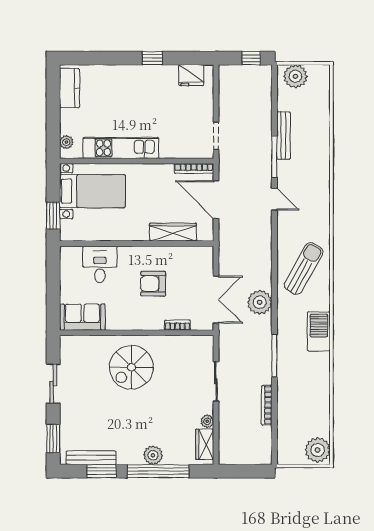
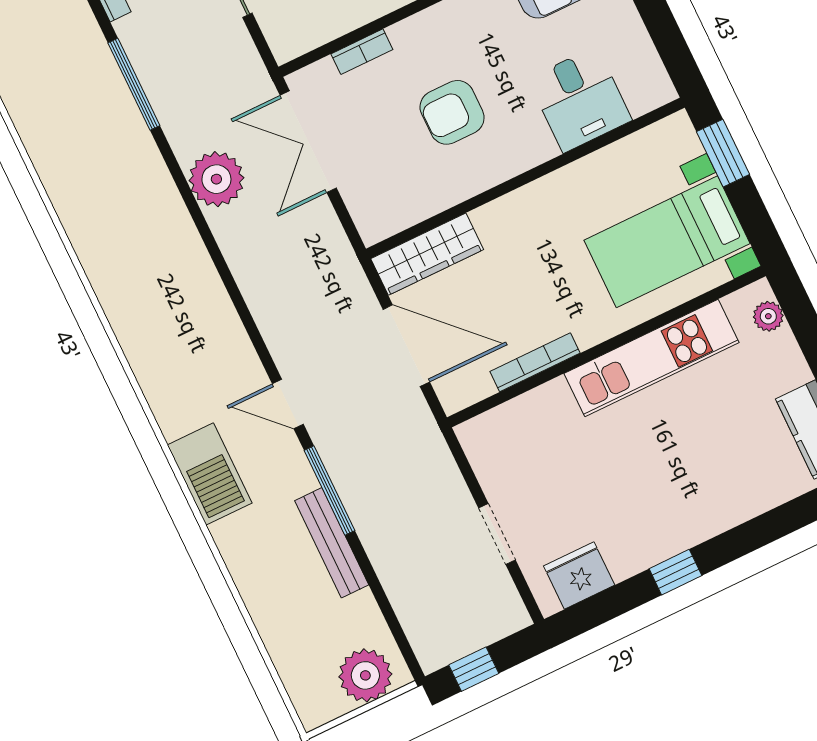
doorway: (216, 136) -> (497, 534), moved
bookcase: (194, 168) -> (535, 362), moved
wardrobe: (173, 232) -> (427, 254), moved
sun lounger: (304, 269) -> (160, 291), removed
armchair: (153, 284) -> (452, 112), turned 180
barbecue: (319, 331) -> (210, 474), moved

